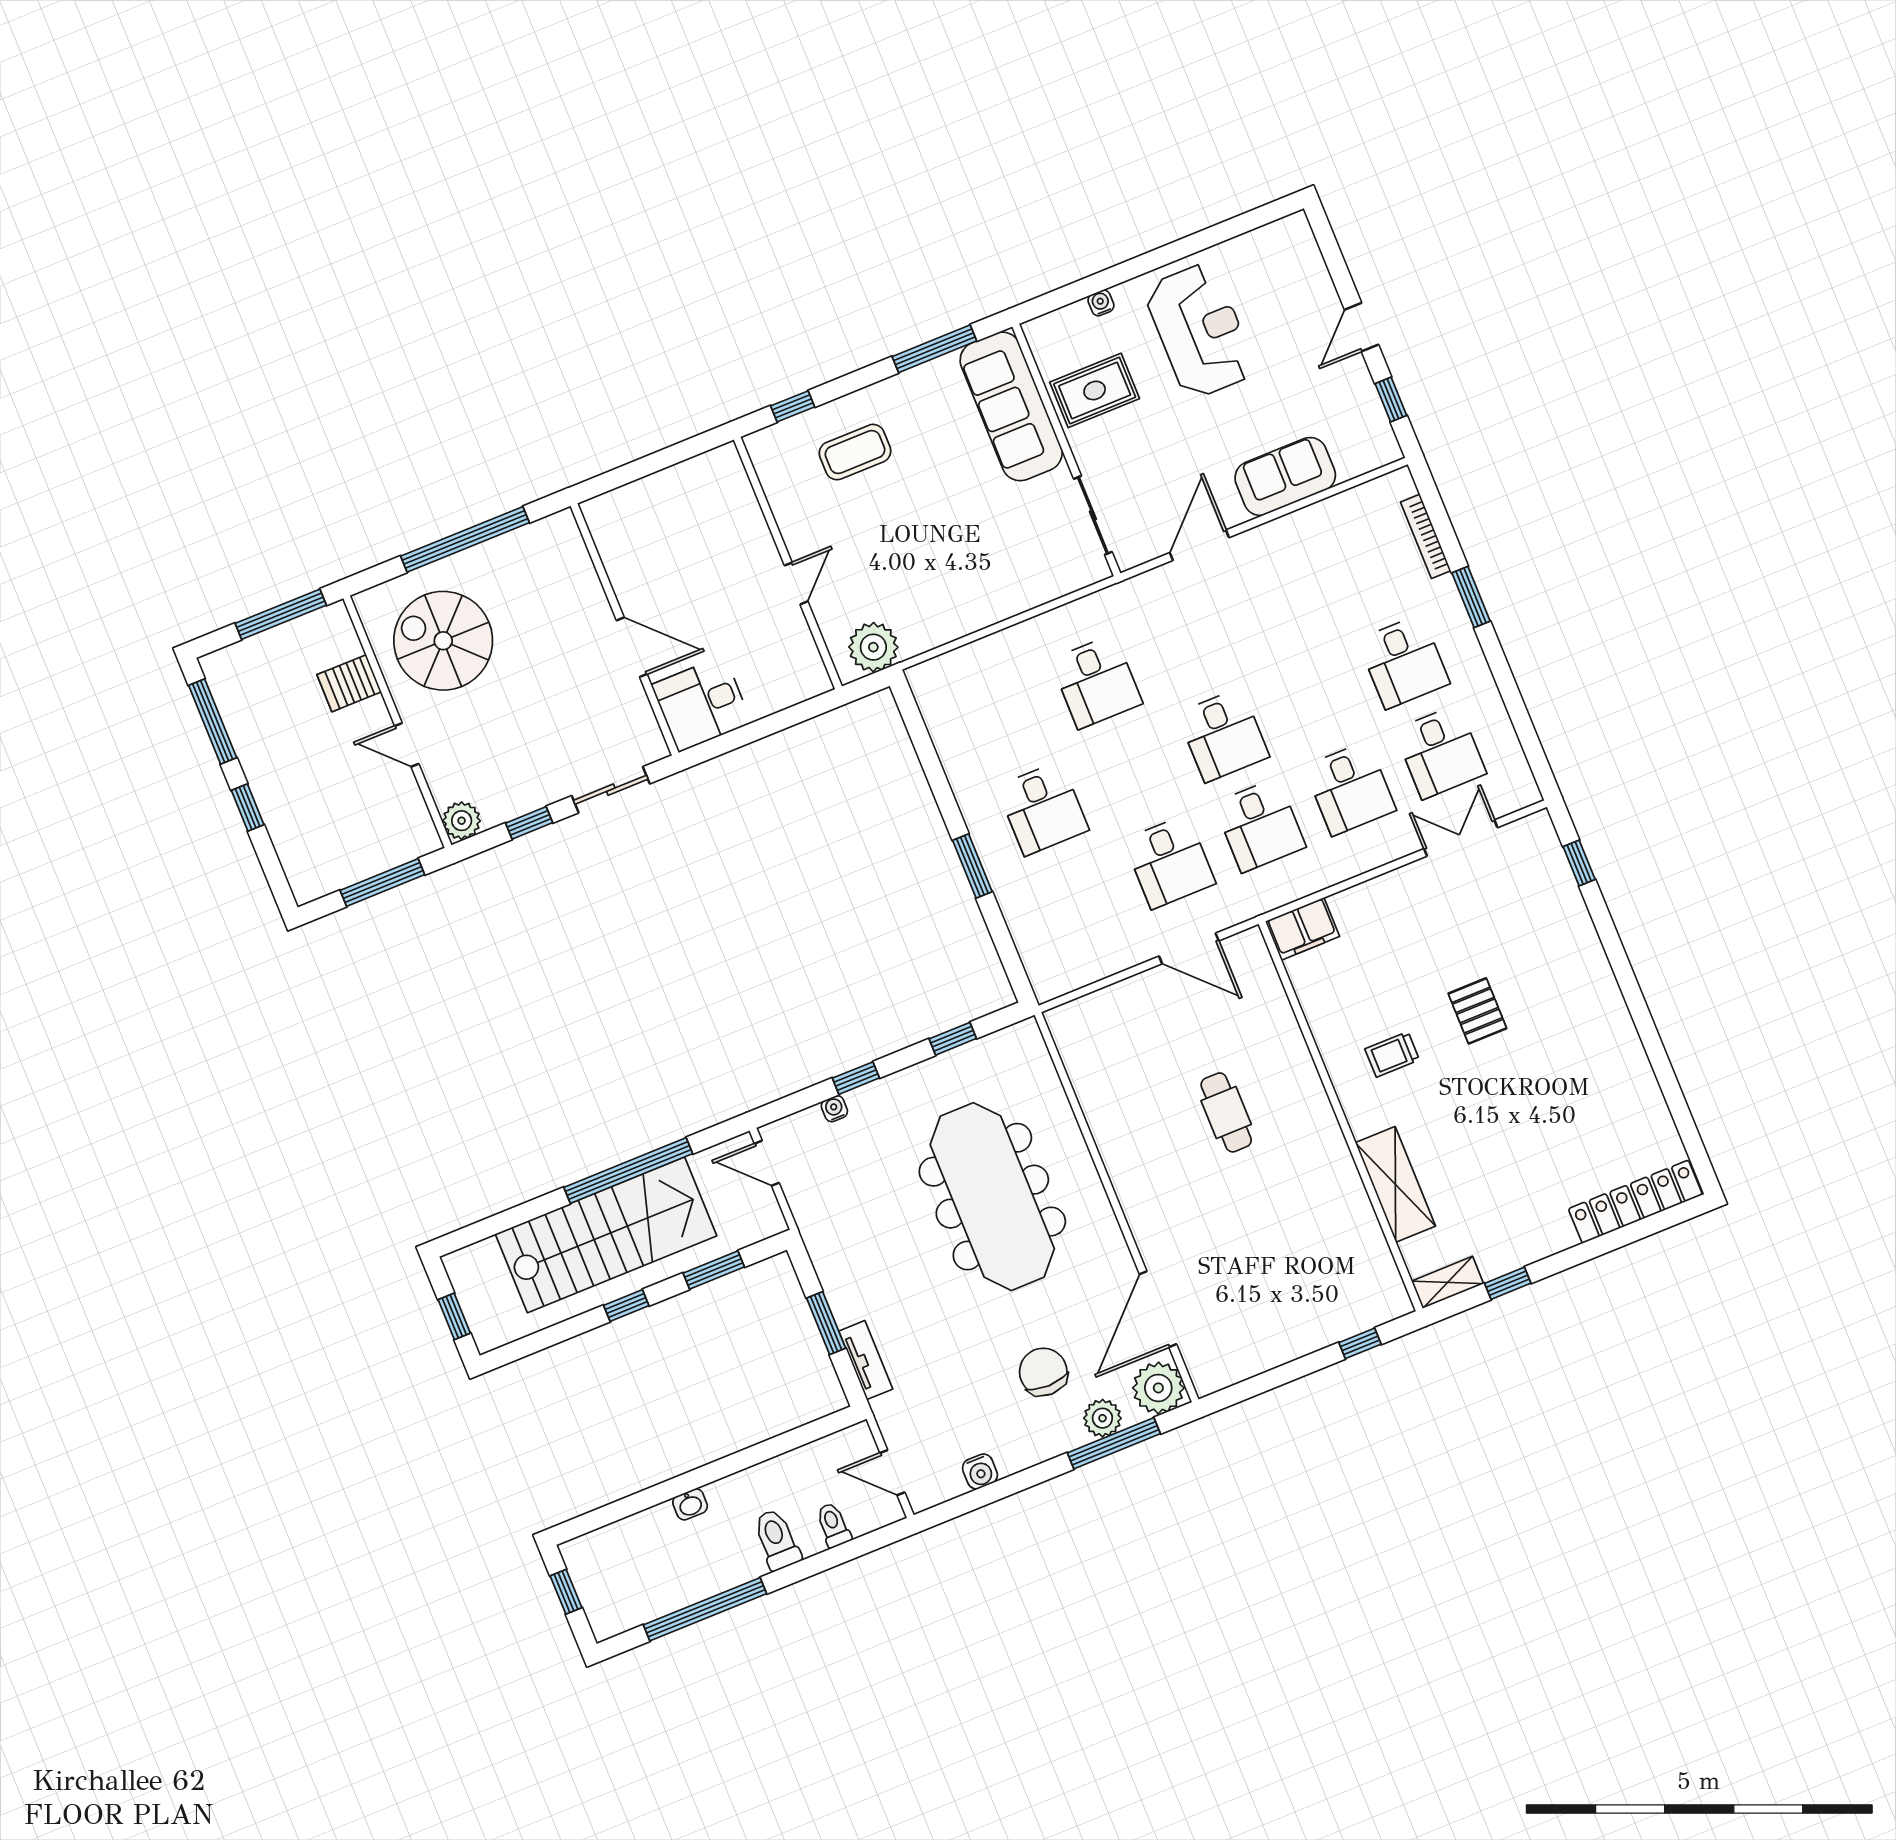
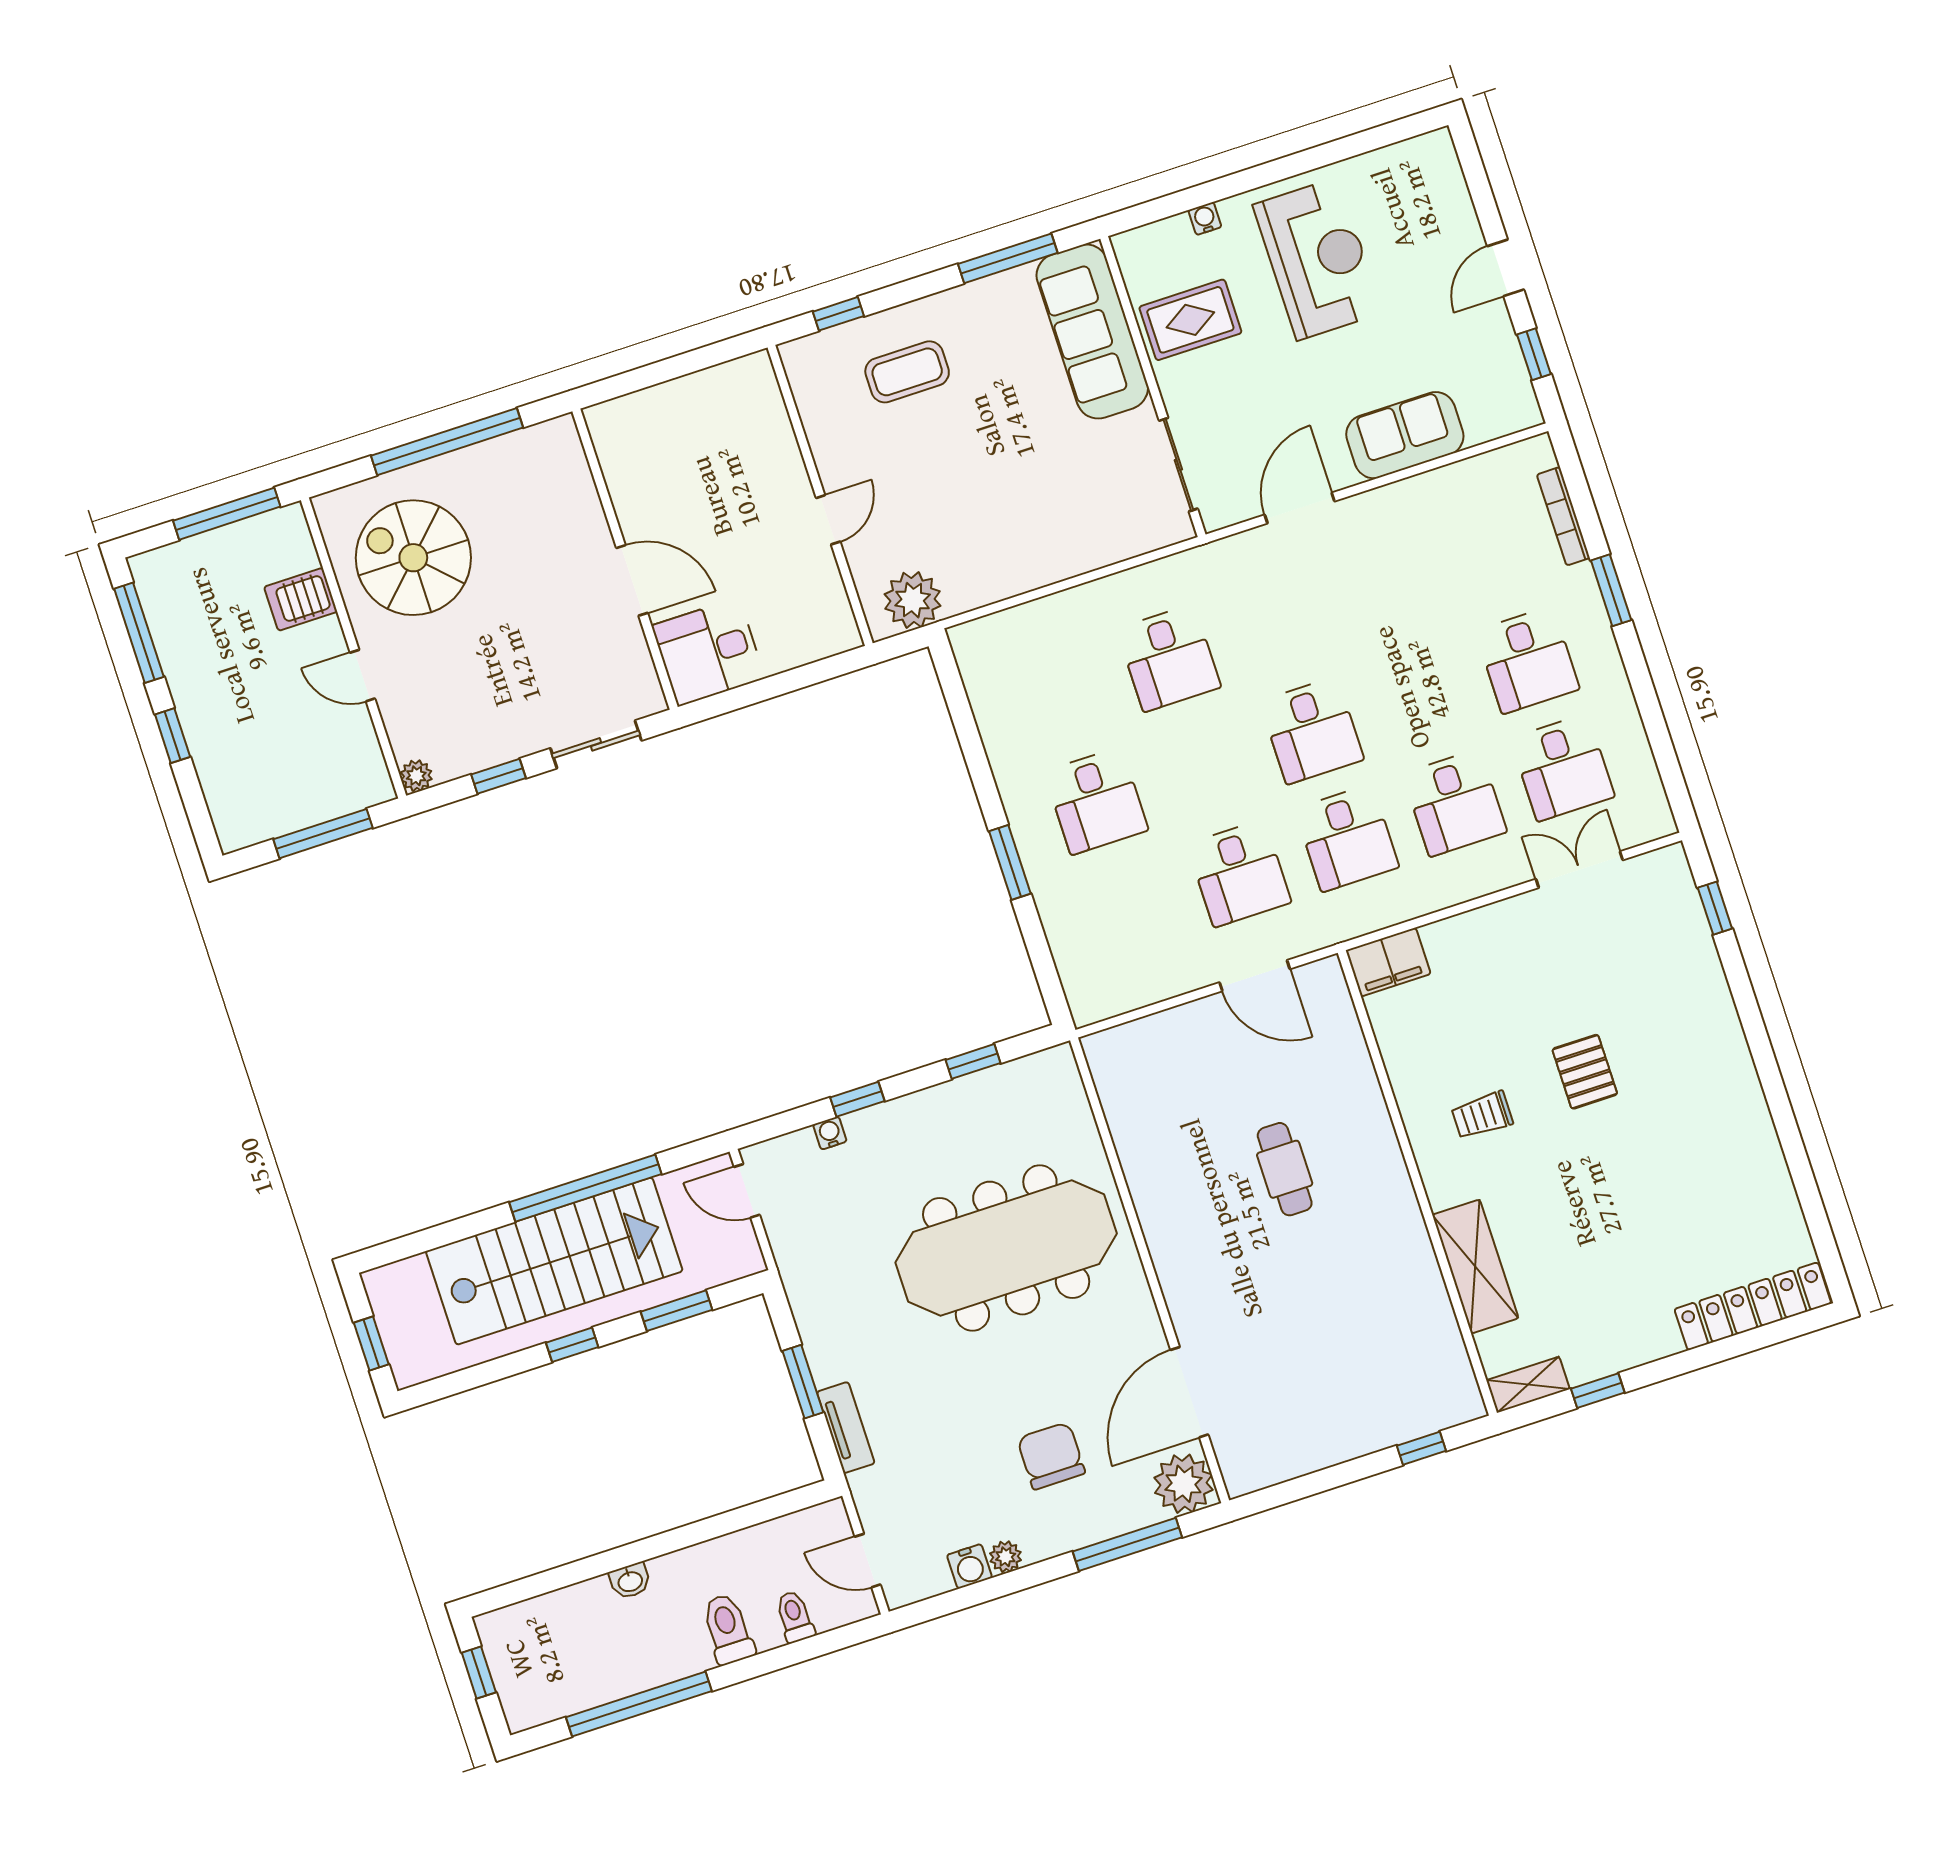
plant: (462, 821) -> (416, 776), width x0.73, depth x0.73
meeting table: (992, 1197) -> (1006, 1248), turned 90
plant: (1102, 1418) -> (1006, 1557), moved, width x0.73, depth x0.73

